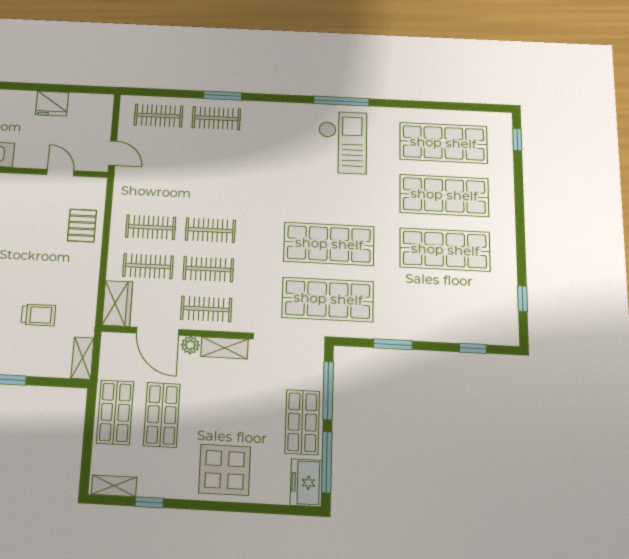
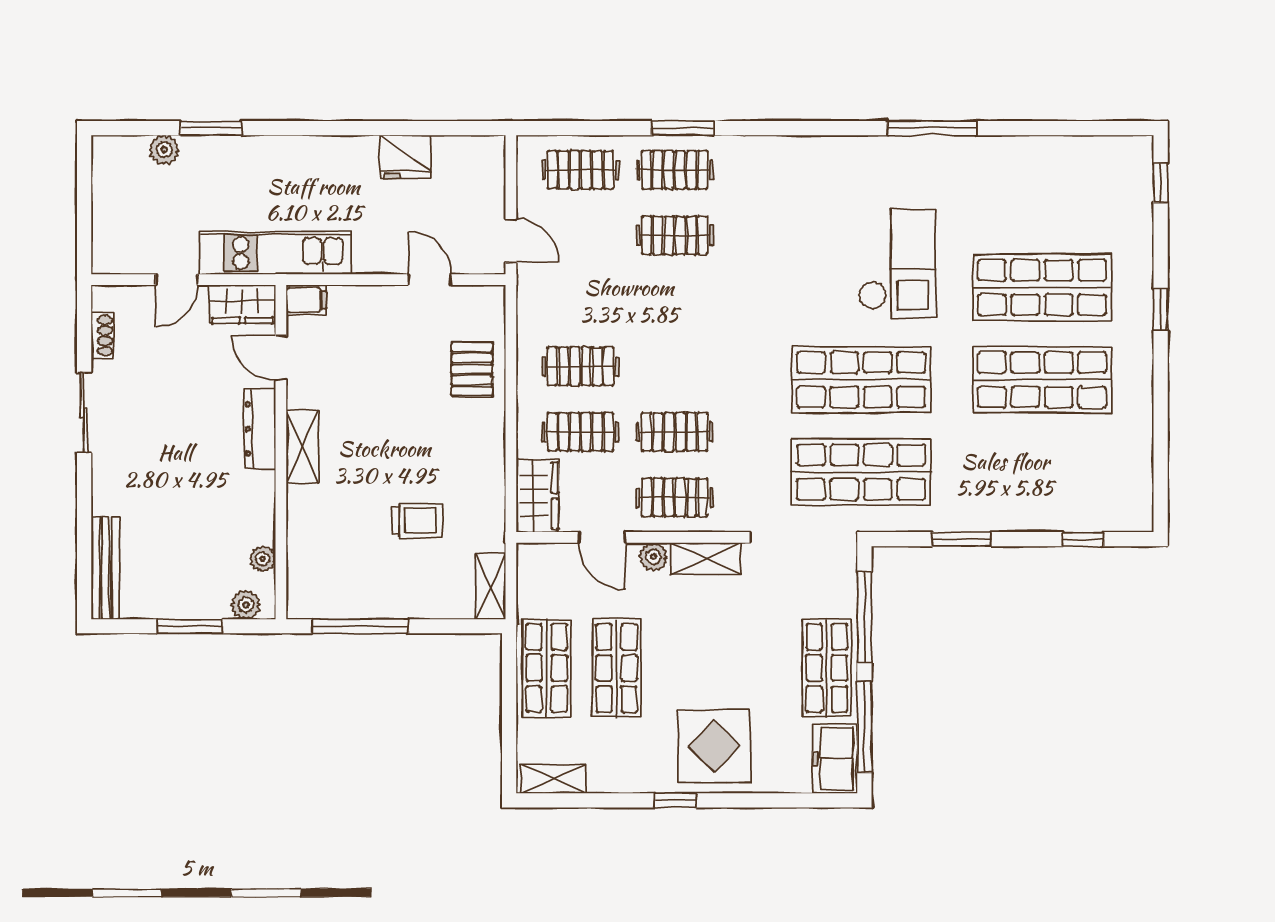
window: (341, 101) -> (932, 128), moved
checkout: (342, 142) -> (897, 263), moved
shop shelf: (443, 143) -> (1042, 195), removed
clothes rail: (210, 230) -> (675, 235), moved
window: (523, 299) -> (1161, 310), moved
door: (158, 331) -> (602, 537), width x0.73
window: (149, 502) -> (675, 800), moved

